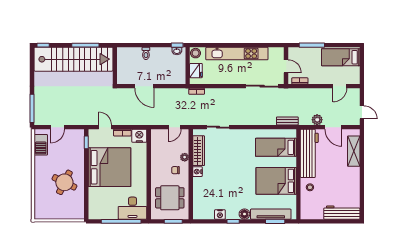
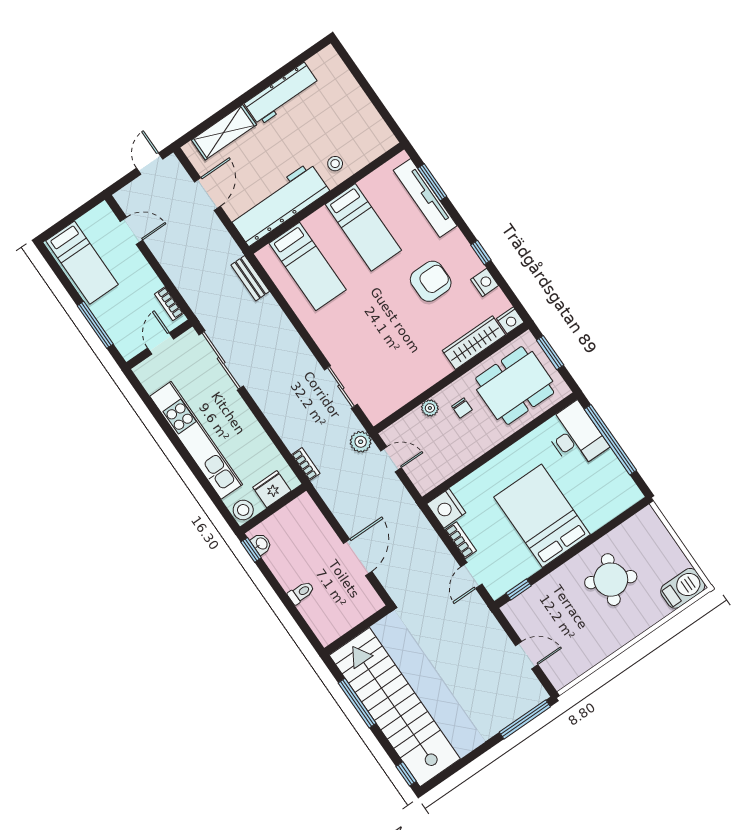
plant: (317, 120) -> (361, 442), moved
barbecue: (41, 145) -> (683, 588), moved
wardrobe: (199, 151) -> (474, 343), moved
bed: (109, 167) -> (542, 516), width x0.73
nightstand: (197, 172) -> (510, 320), moved
bed: (276, 181) -> (363, 227), width x0.67
armchair: (236, 193) -> (431, 281), added
dining table: (170, 198) -> (515, 386), width x1.38
workbench: (342, 213) -> (282, 94), moved, turned -90
floor lamp: (244, 214) -> (455, 242), removed

